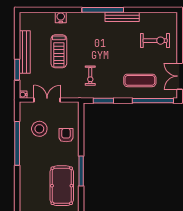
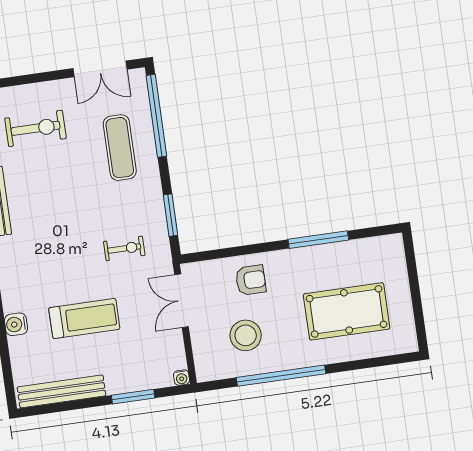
exercise bike: (155, 41) -> (35, 128), turned 90
bench: (25, 52) -> (61, 391), moved
double door: (47, 100) -> (182, 301), moved
armchair: (66, 135) -> (251, 280), turned 180
pool table: (62, 186) -> (347, 311), moved

